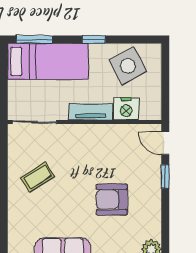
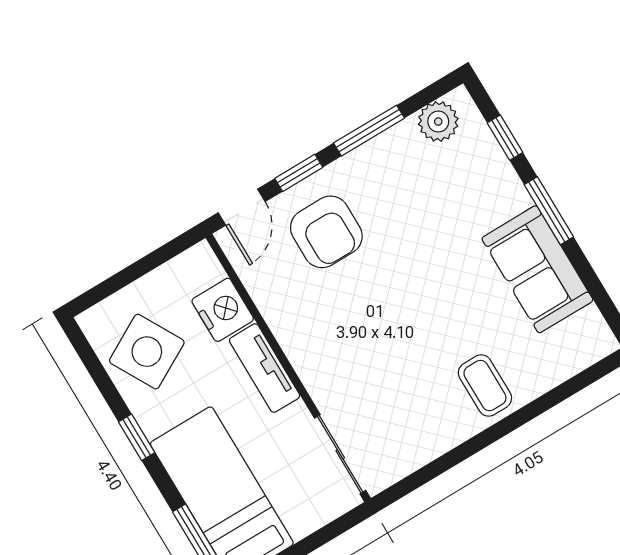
coffee table: (38, 177) -> (485, 386), moved, turned 32
armchair: (112, 200) -> (326, 232), moved
window: (165, 217) -> (369, 131), added

